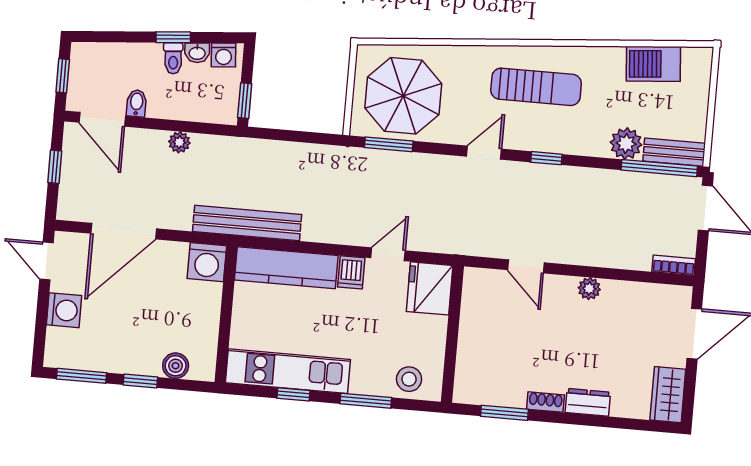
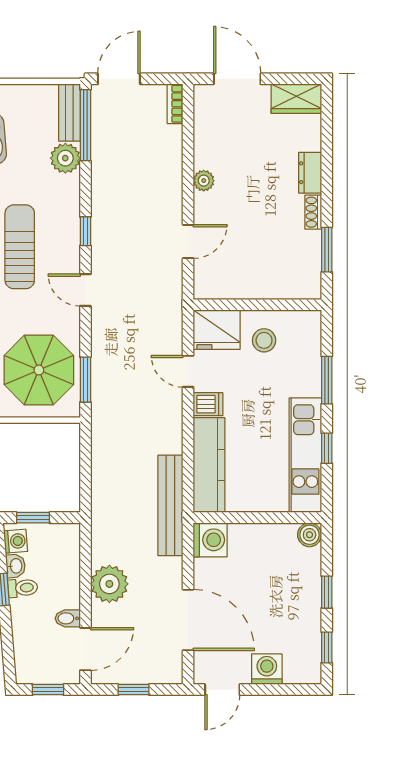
window: (245, 101) -> (33, 518), moved
plant: (179, 142) -> (109, 584), width x1.87, depth x1.87
boiler: (176, 366) -> (310, 535), moved
window: (82, 376) -> (327, 647), width x0.67
stool: (409, 379) -> (264, 340), moved

